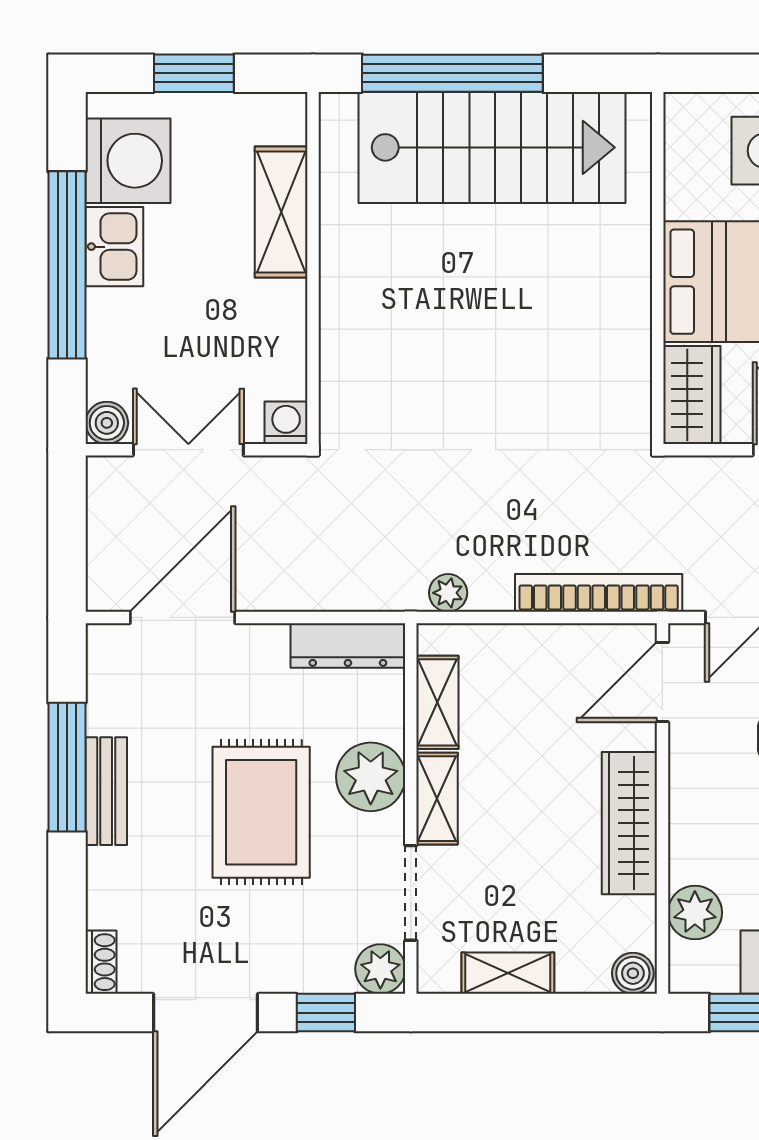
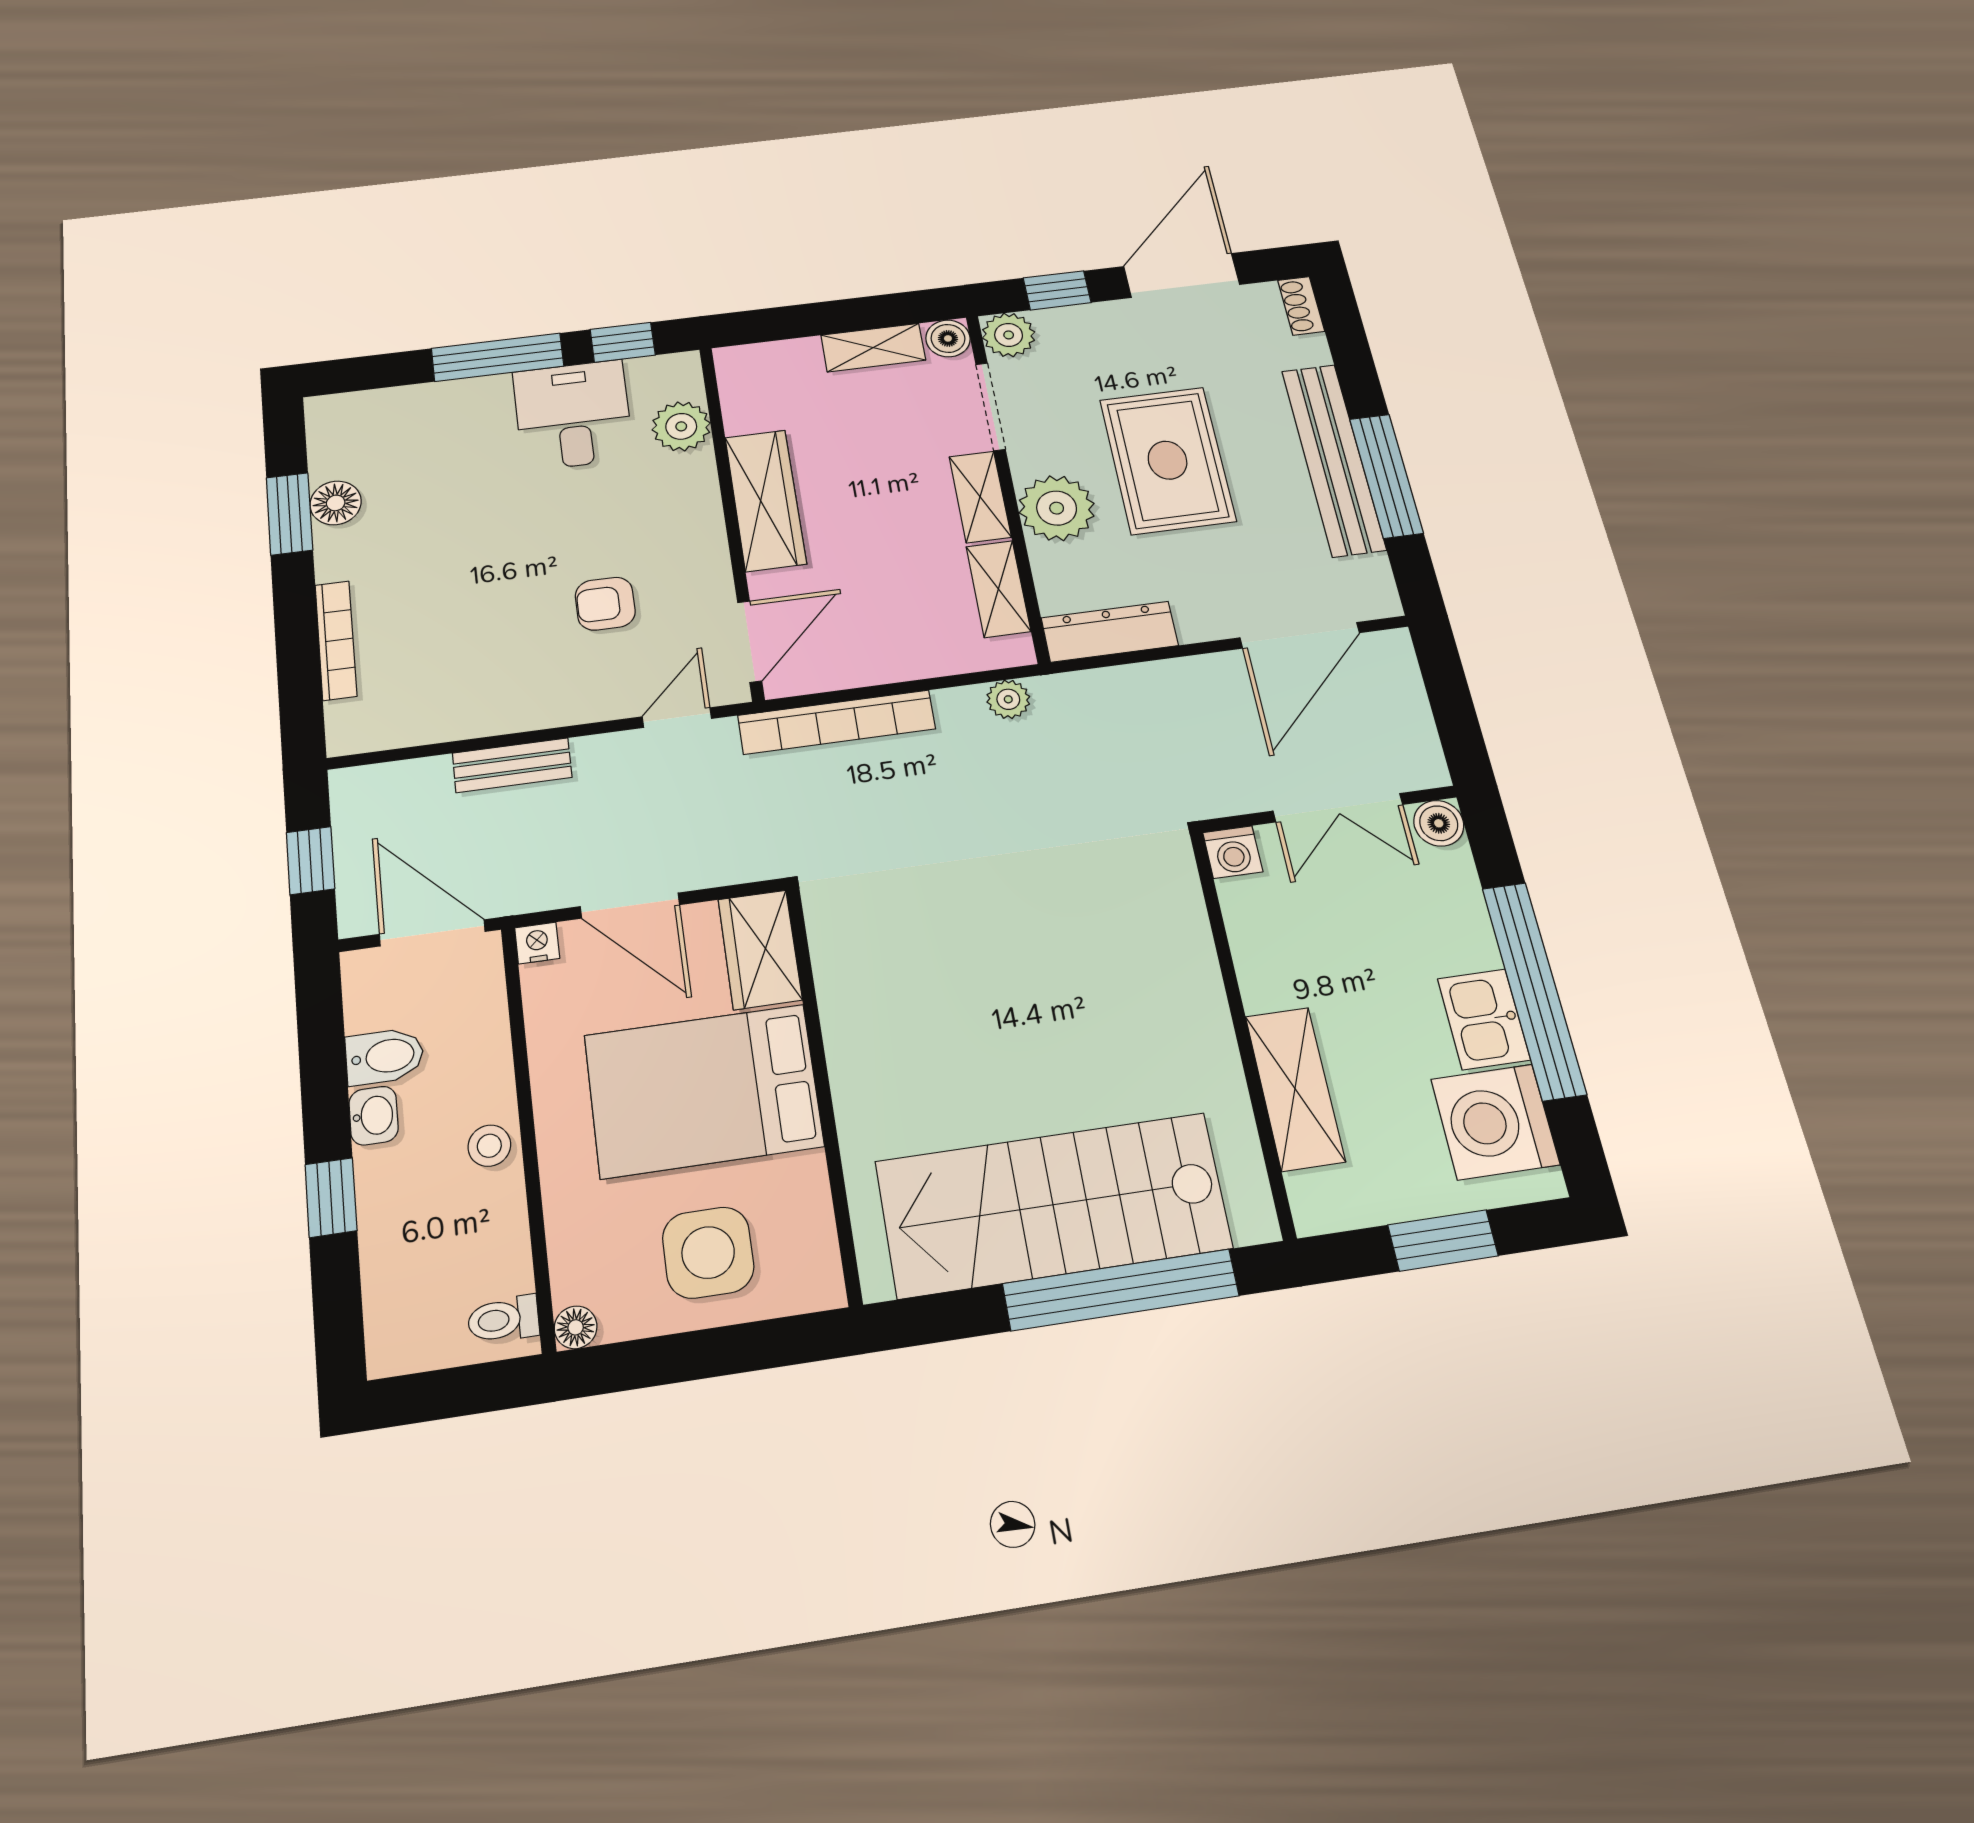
bench: (106, 791) -> (1333, 459), width x1.86, depth x1.21
boiler: (633, 973) -> (948, 338), moved

